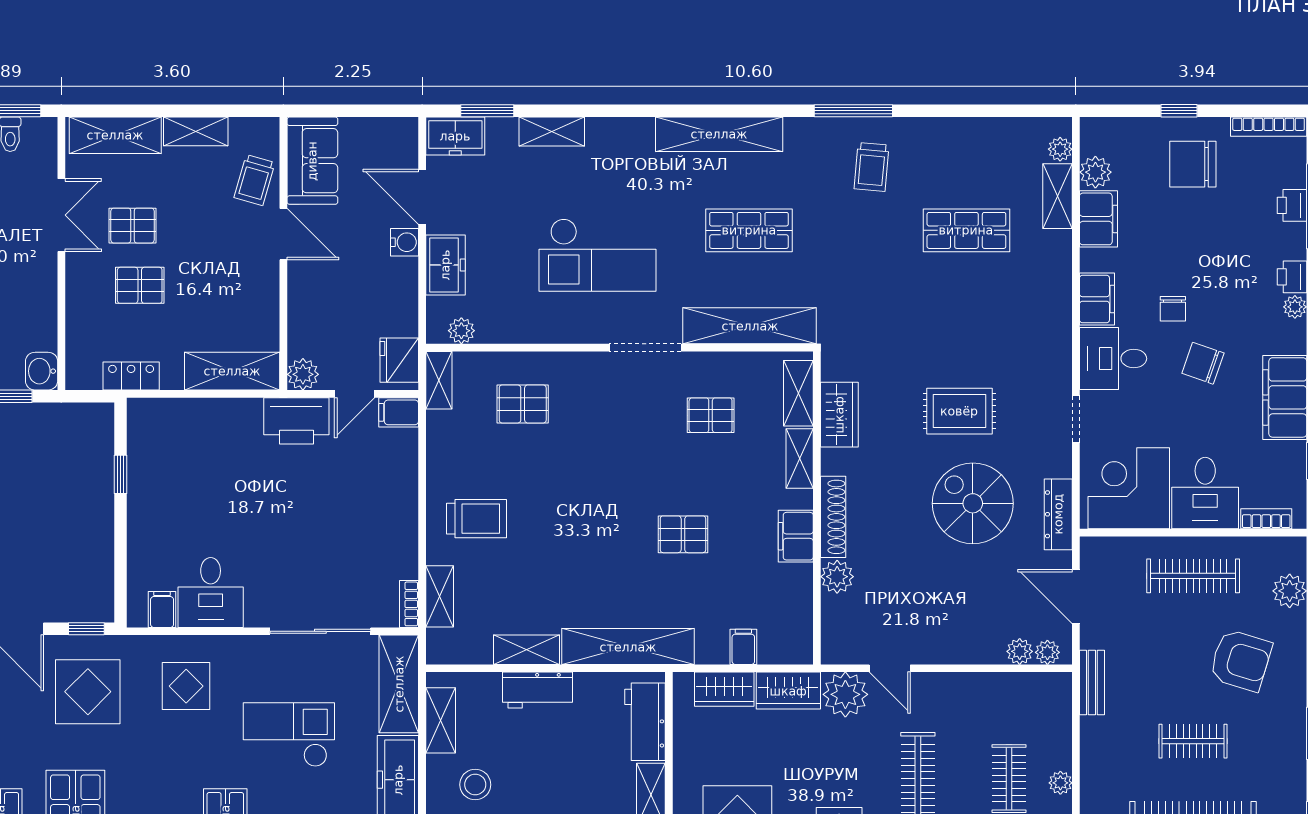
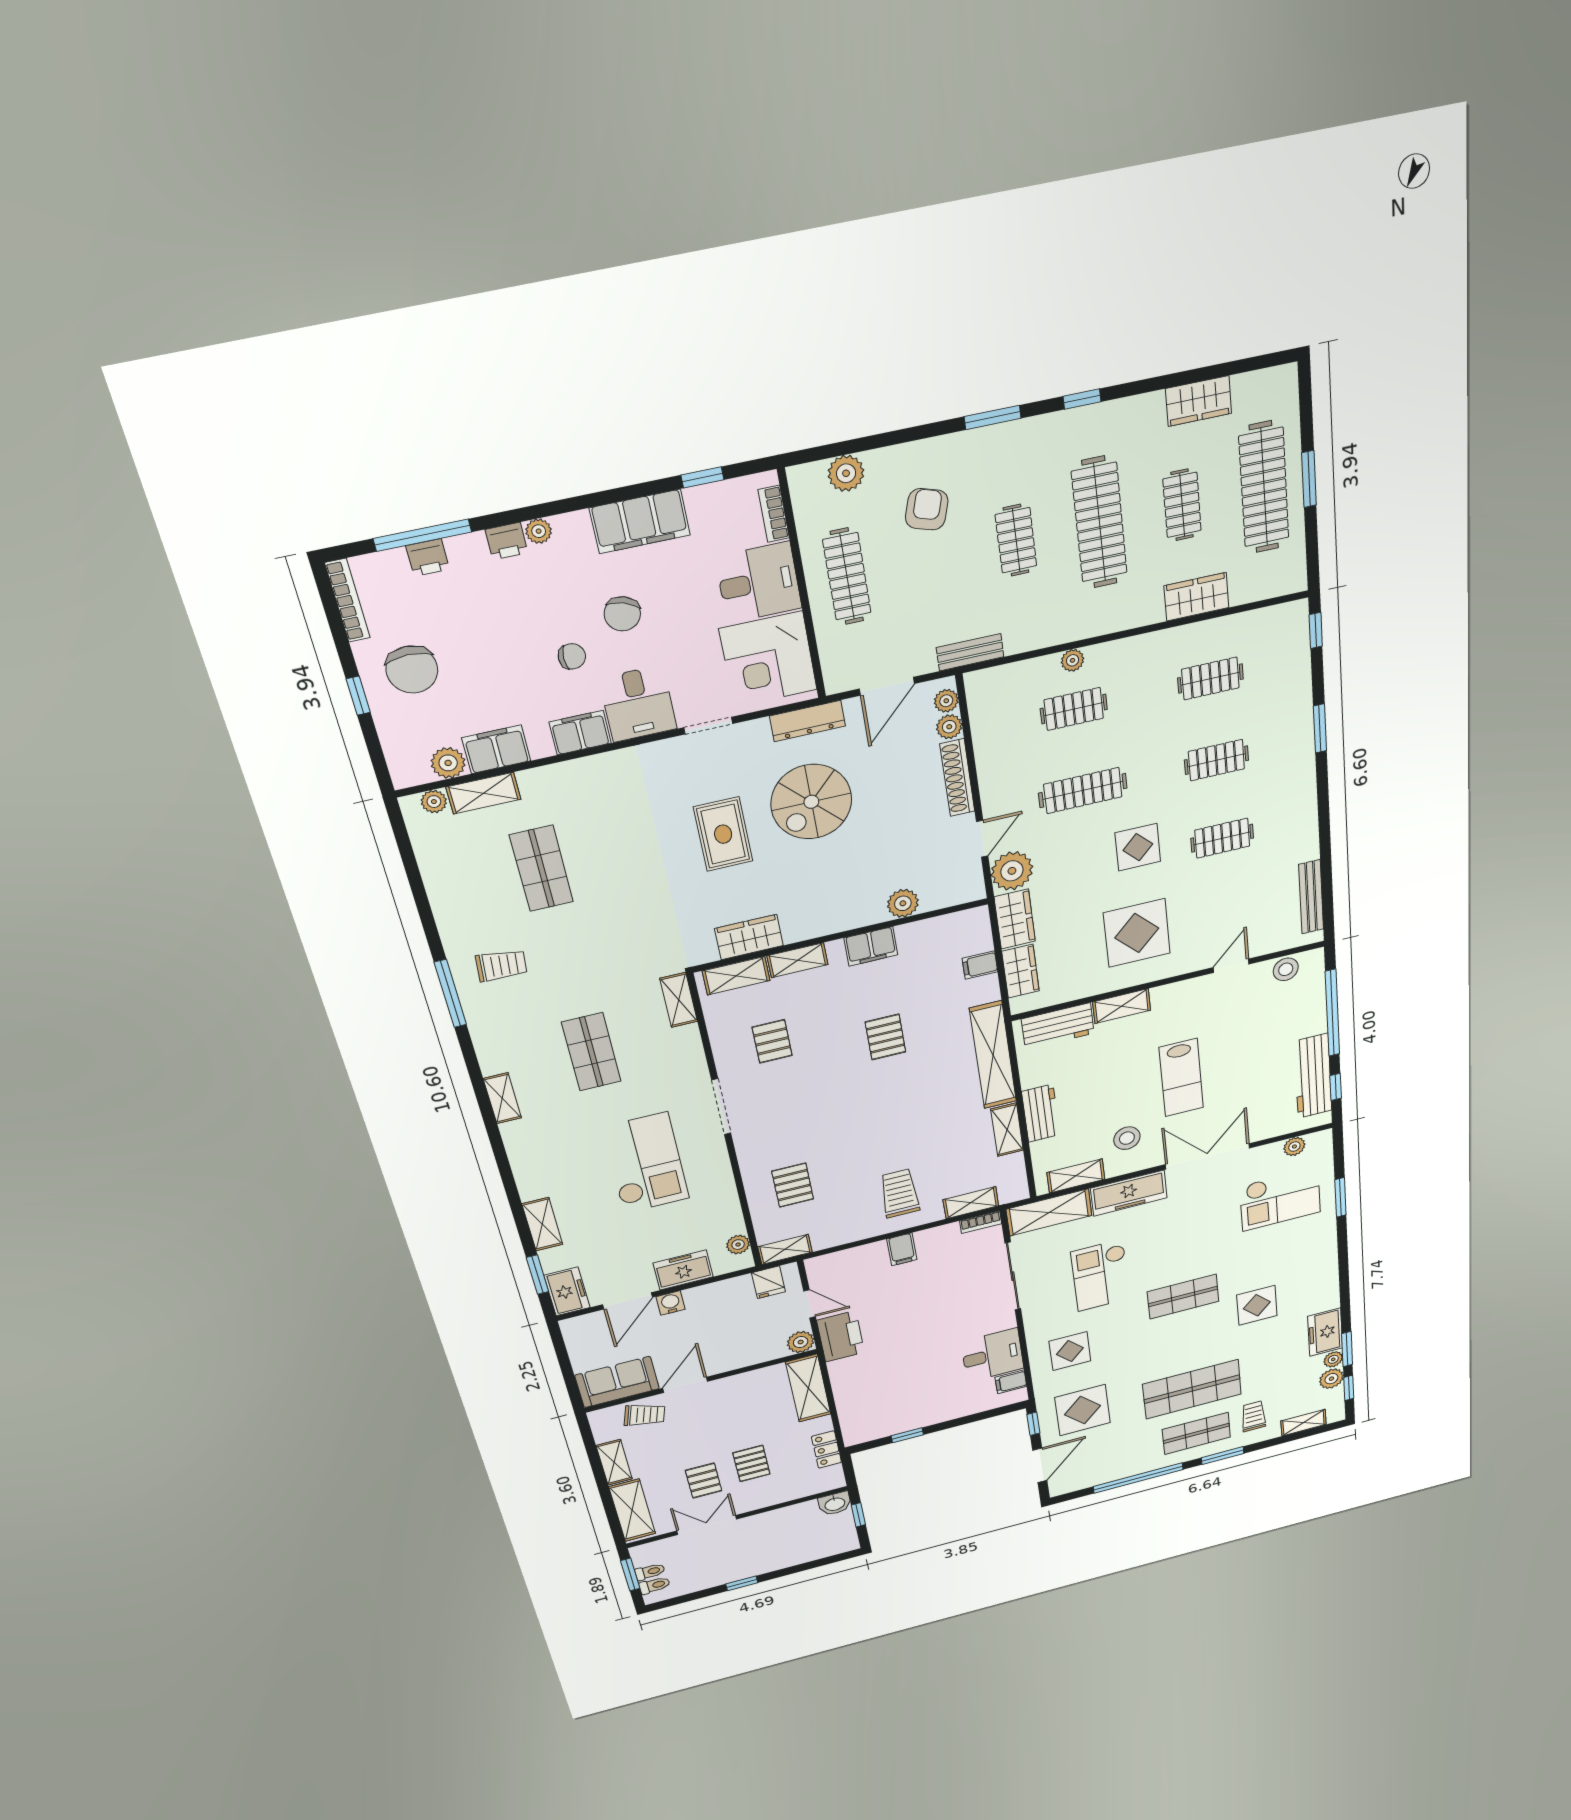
shelving: (719, 134) -> (502, 1098), width x0.45, depth x0.75
shelving: (750, 326) -> (679, 1000), width x0.45, depth x0.75
fridge: (399, 360) -> (768, 1282), width x0.72
filing cabinet: (399, 412) -> (902, 1249), moved
shoe rack: (833, 517) -> (957, 778), moved, turned -90
armchair: (1241, 660) -> (927, 509), width x0.72, depth x0.72

